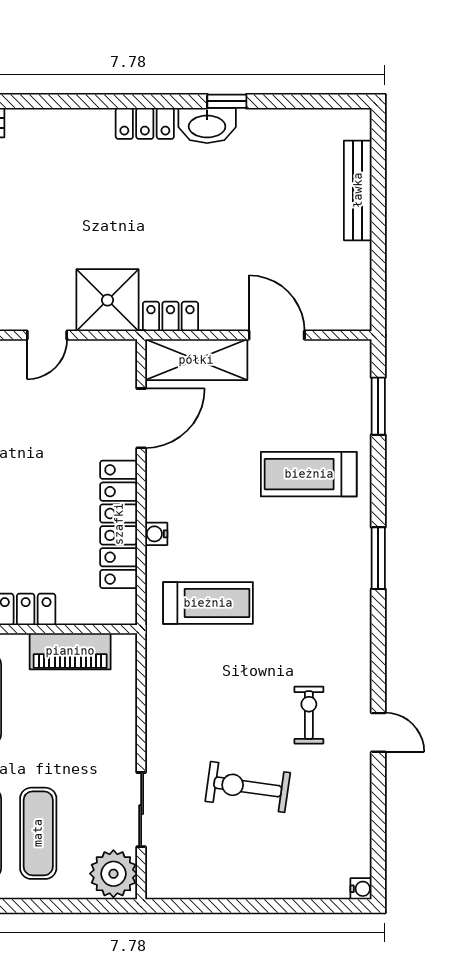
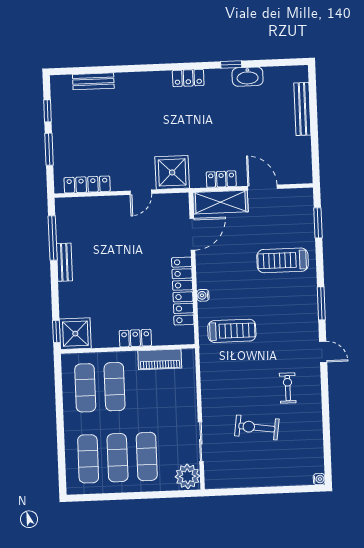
washbasin: (207, 125) -> (248, 77), moved
locker: (170, 316) -> (221, 179), moved
door: (378, 732) -> (323, 352), moved

